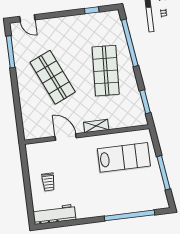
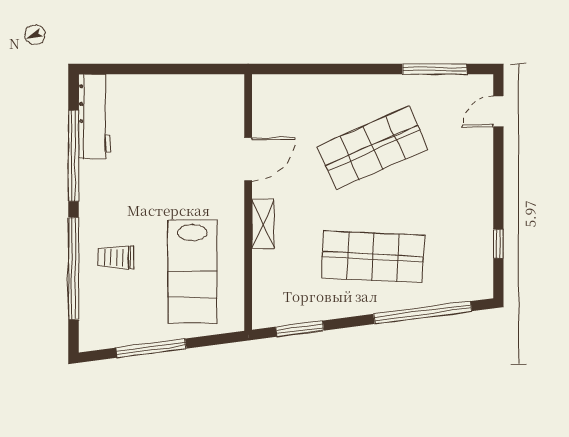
trolley: (48, 182) -> (116, 257), moved
window: (75, 222) -> (74, 156), added

